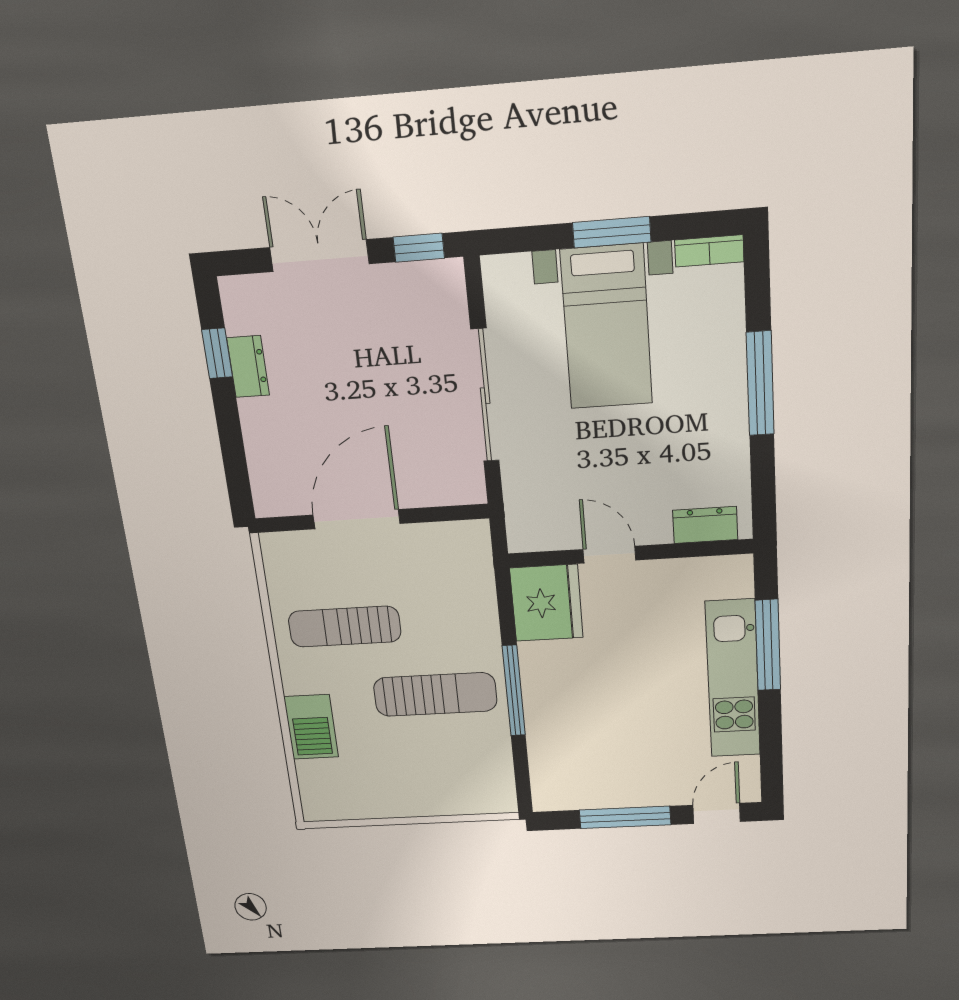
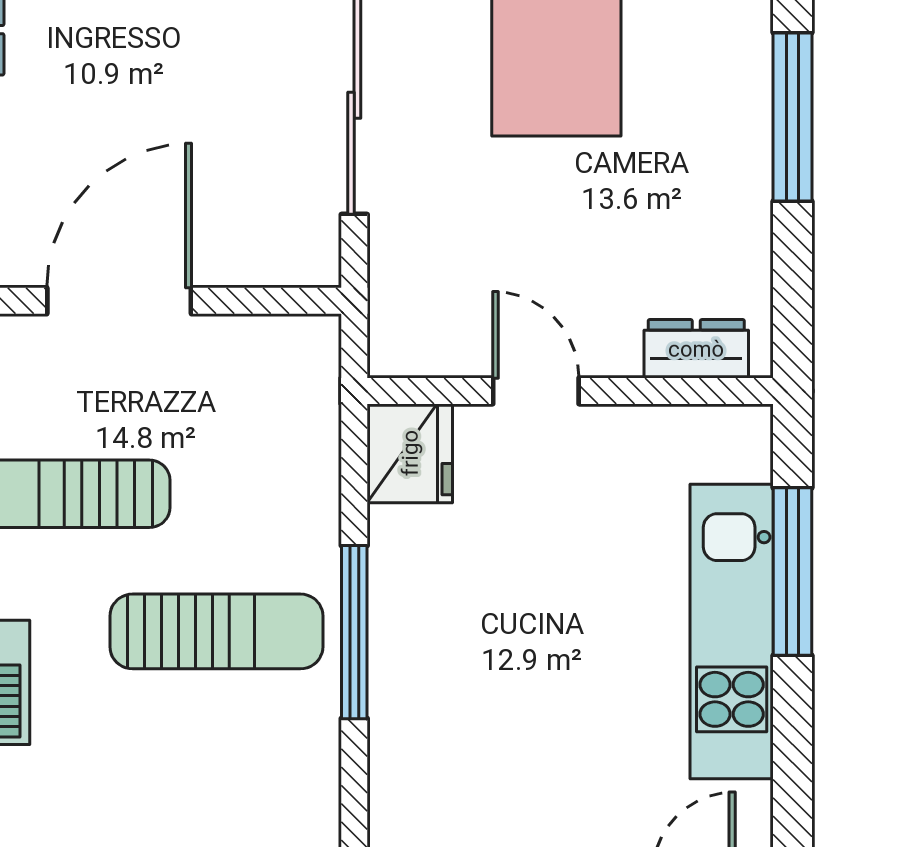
fridge: (547, 603) -> (410, 453), width x0.73, depth x0.75

